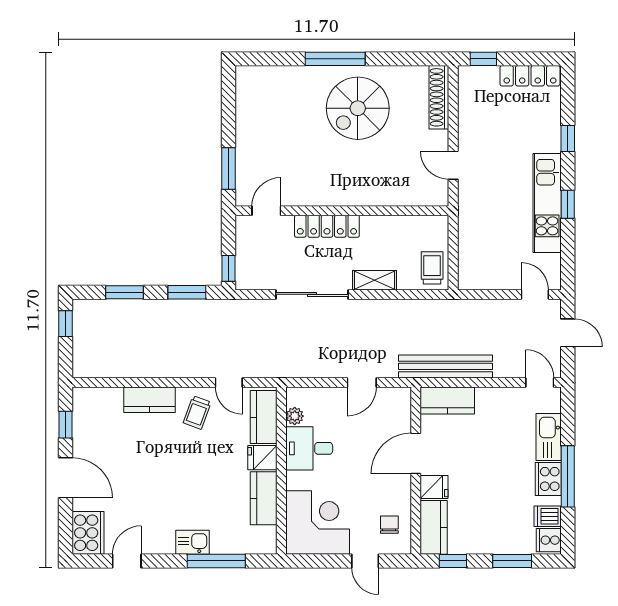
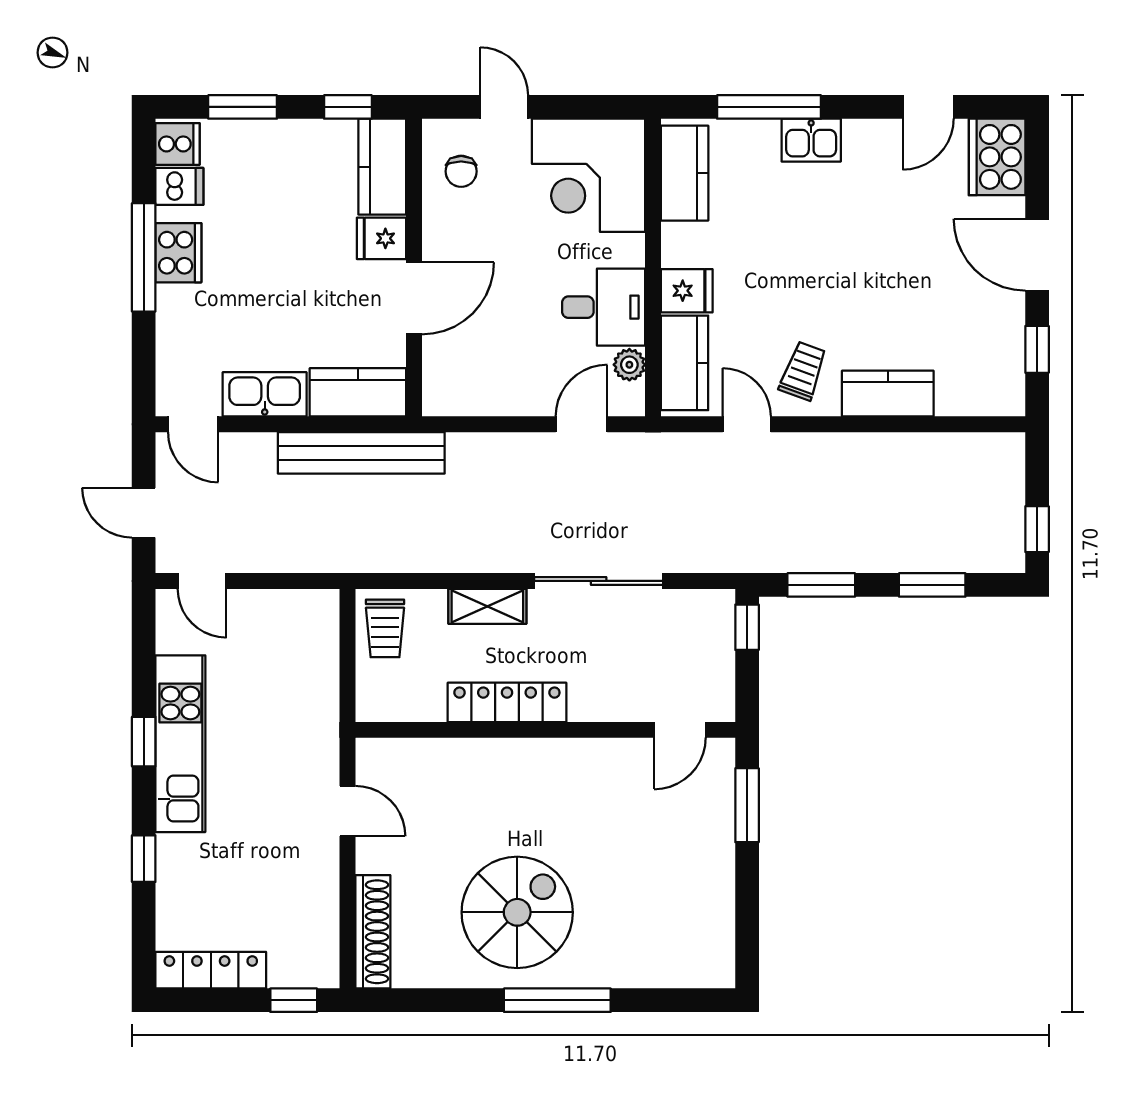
locker: (327, 226) -> (507, 702), moved
door: (362, 383) -> (582, 424), moved
kitchen sink: (549, 437) -> (265, 394), moved, turned -90
kitchen counter: (264, 498) -> (685, 173), moved

